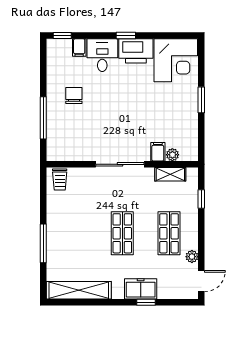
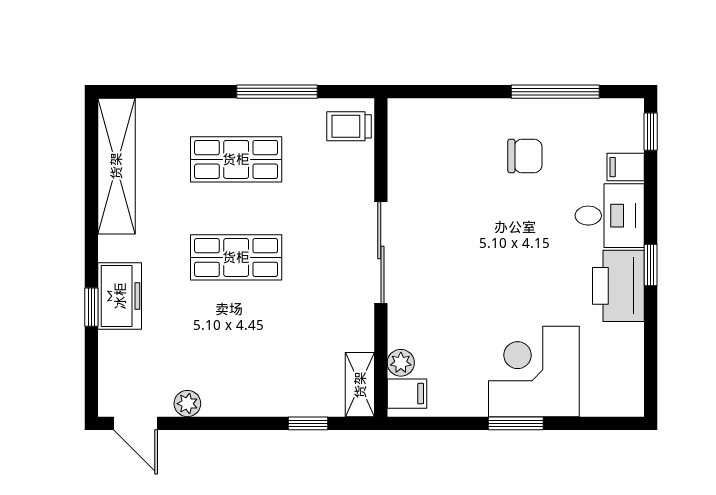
corner desk: (176, 60) -> (534, 371), moved, turned 90
window: (43, 118) -> (555, 92), moved
filing cabinet: (158, 152) -> (407, 394), moved
shelving: (170, 174) -> (360, 385), moved
shop shelf: (169, 233) -> (236, 159), moved
window: (43, 243) -> (277, 92), moved

